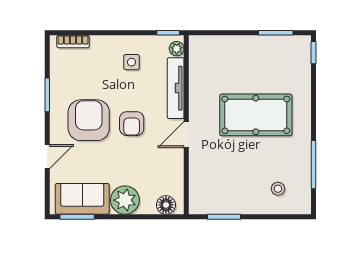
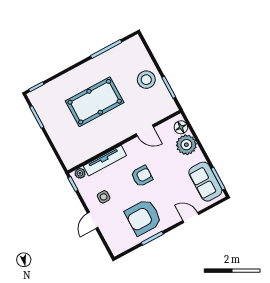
door: (110, 33) -> (93, 220), added
bookcase: (73, 41) -> (110, 240), removed
pool table: (256, 115) -> (95, 102), turned 90
armchair: (89, 120) -> (143, 217), moved
door: (186, 135) -> (145, 131), moved
stool: (278, 189) -> (146, 80), moved, width x1.89, depth x1.89
plant: (125, 200) -> (186, 145), moved

